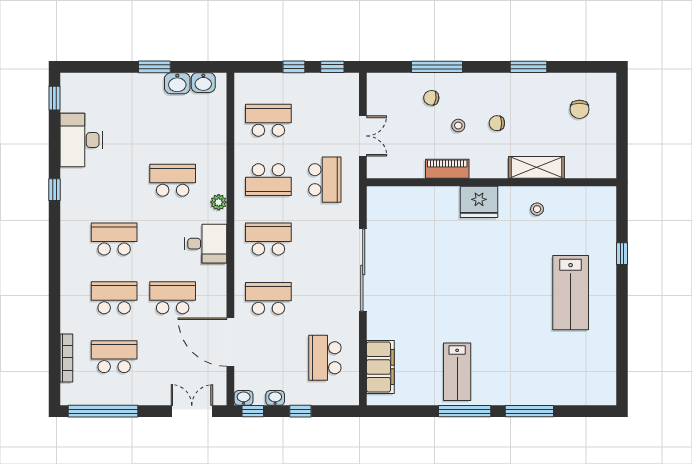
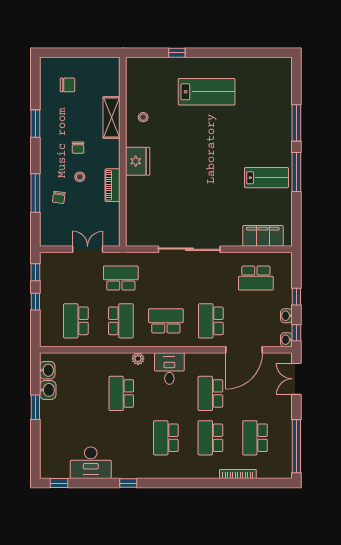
school desk: (268, 239) -> (166, 321), turned 90
bookcase: (66, 358) -> (238, 474), moved

